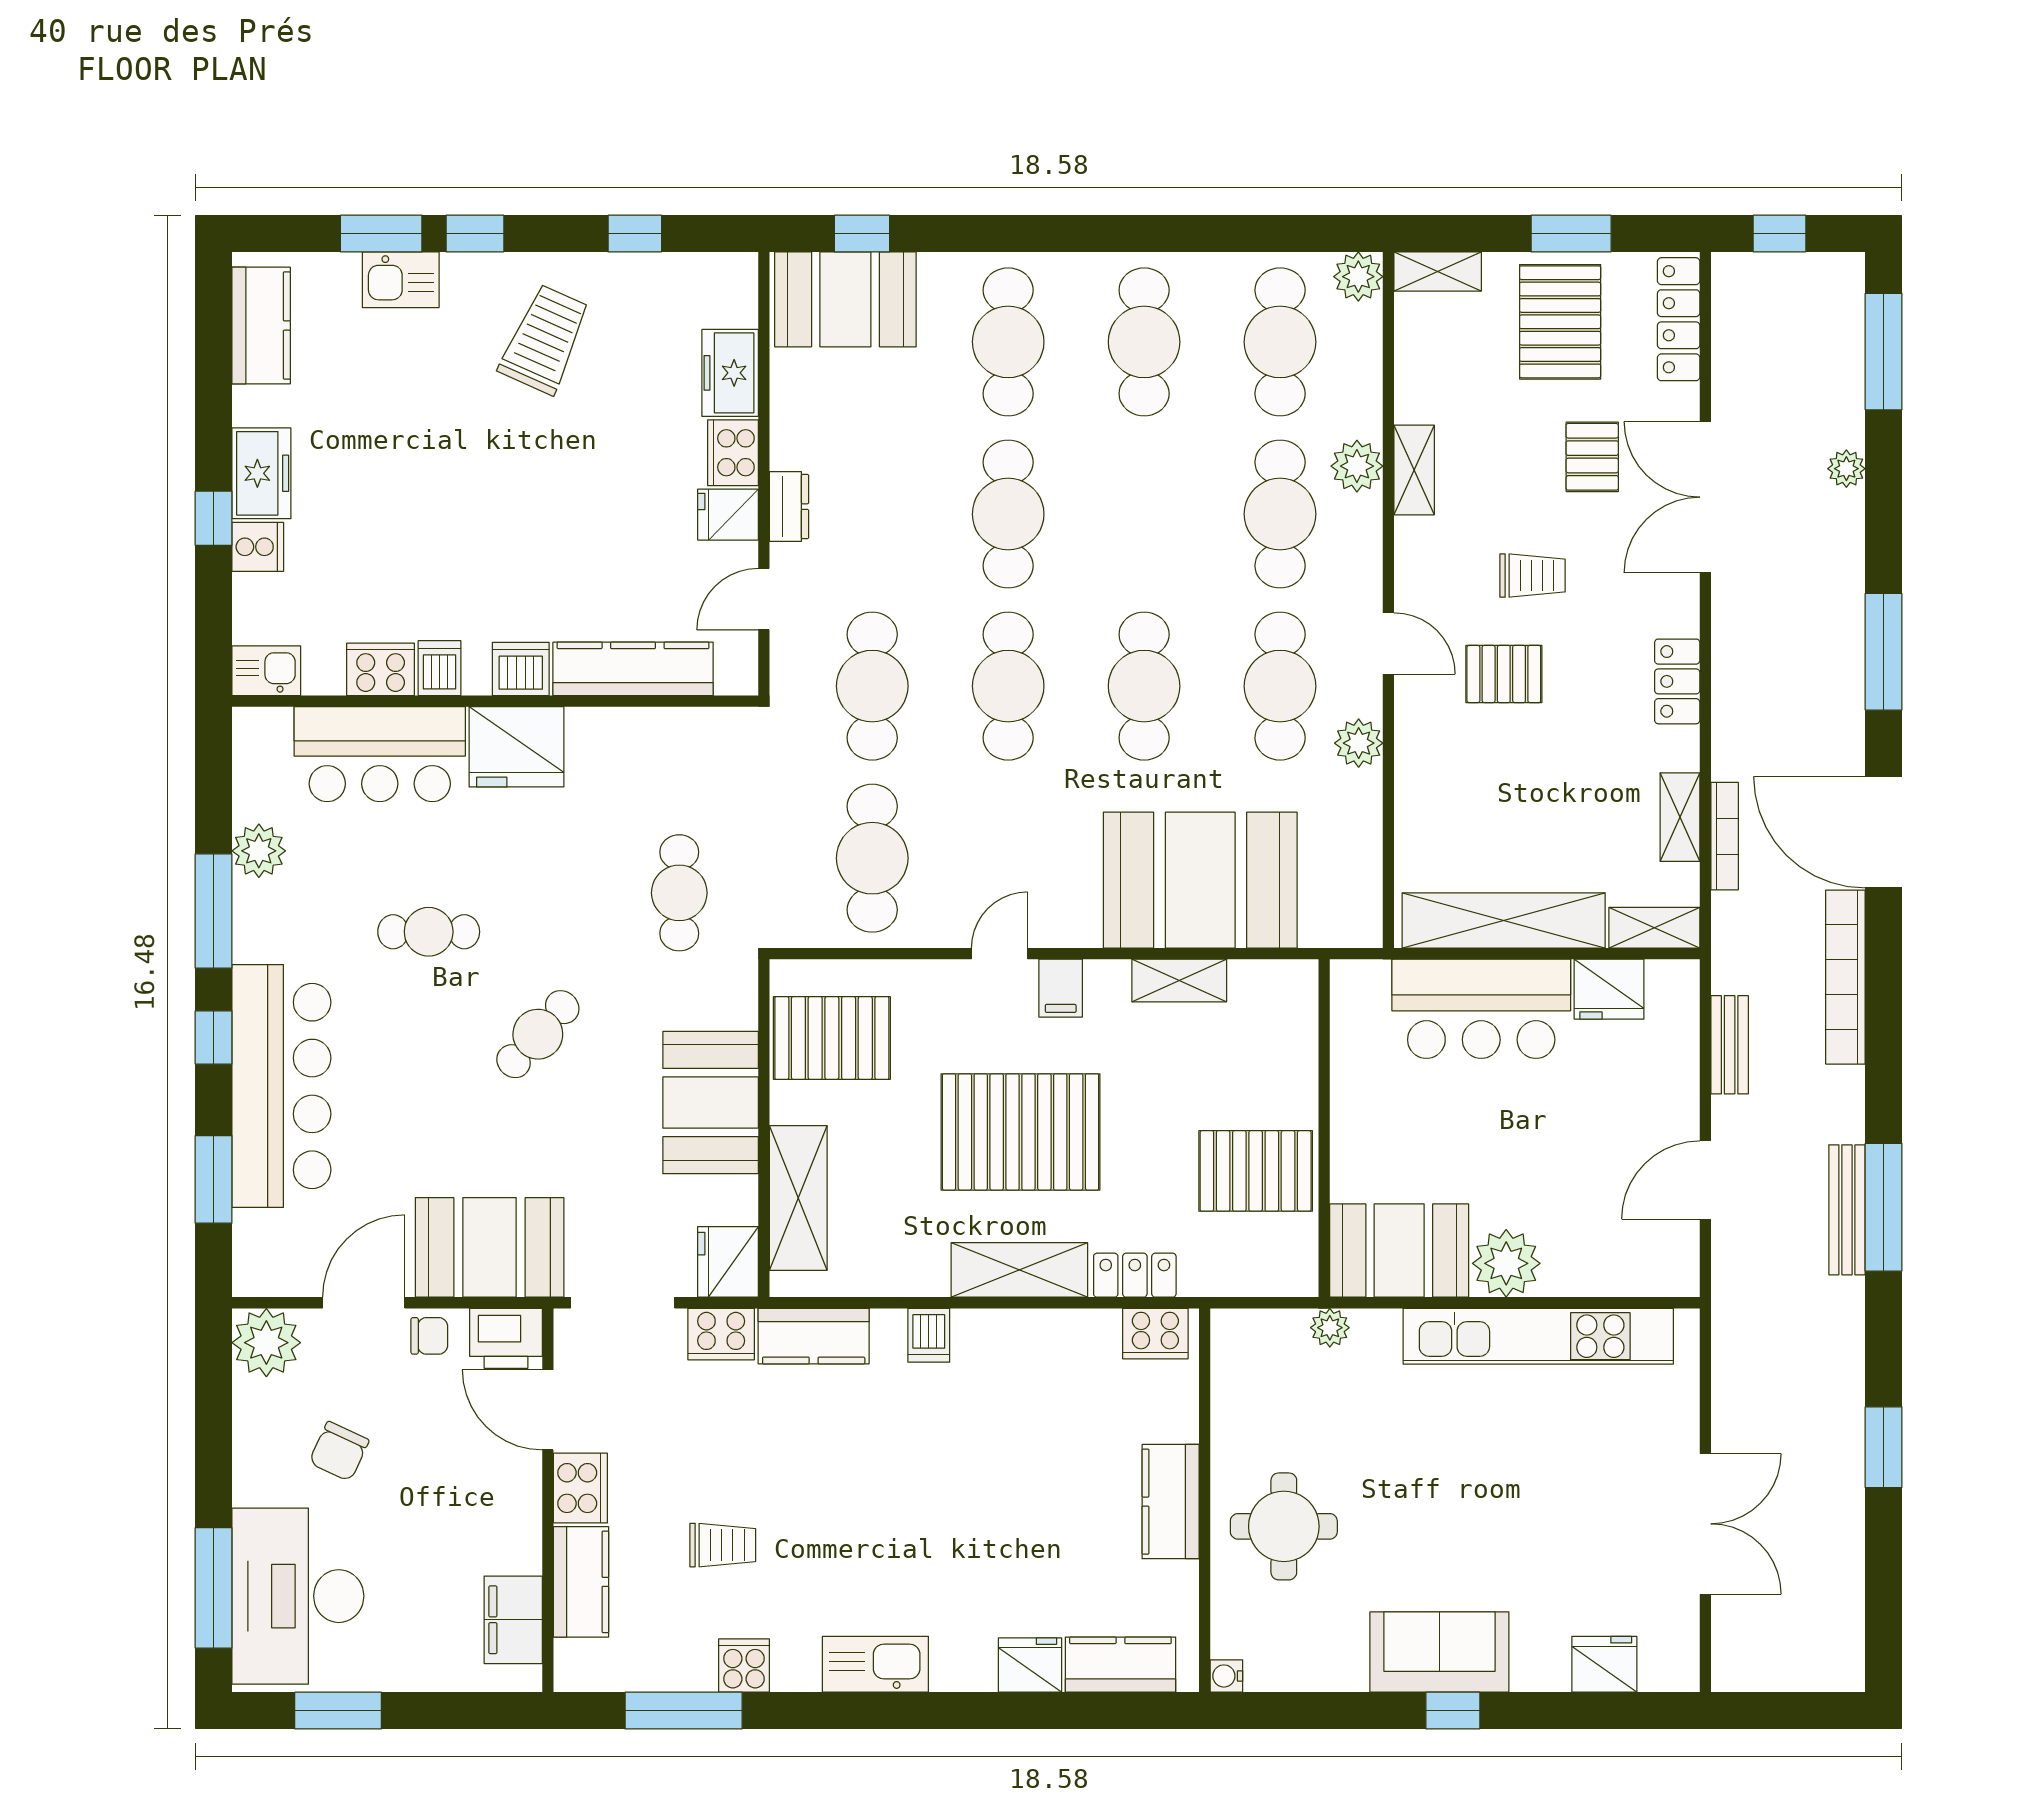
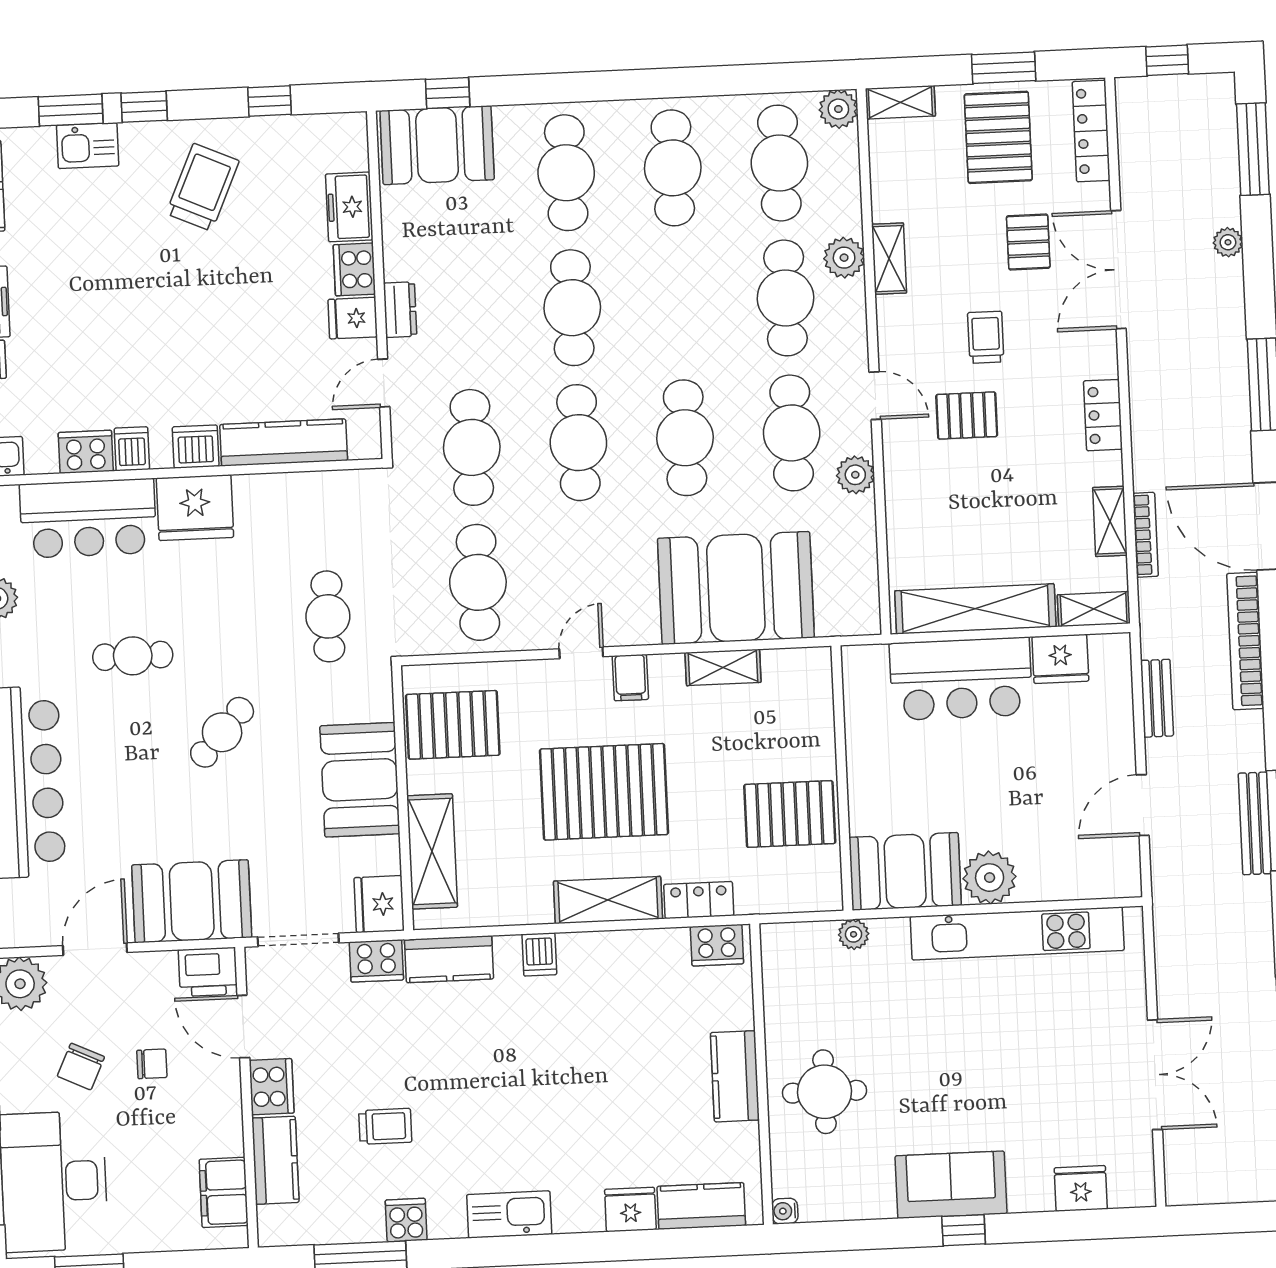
trolley: (1533, 576) -> (986, 337), turned -90
chair: (429, 1336) -> (152, 1064), moved

